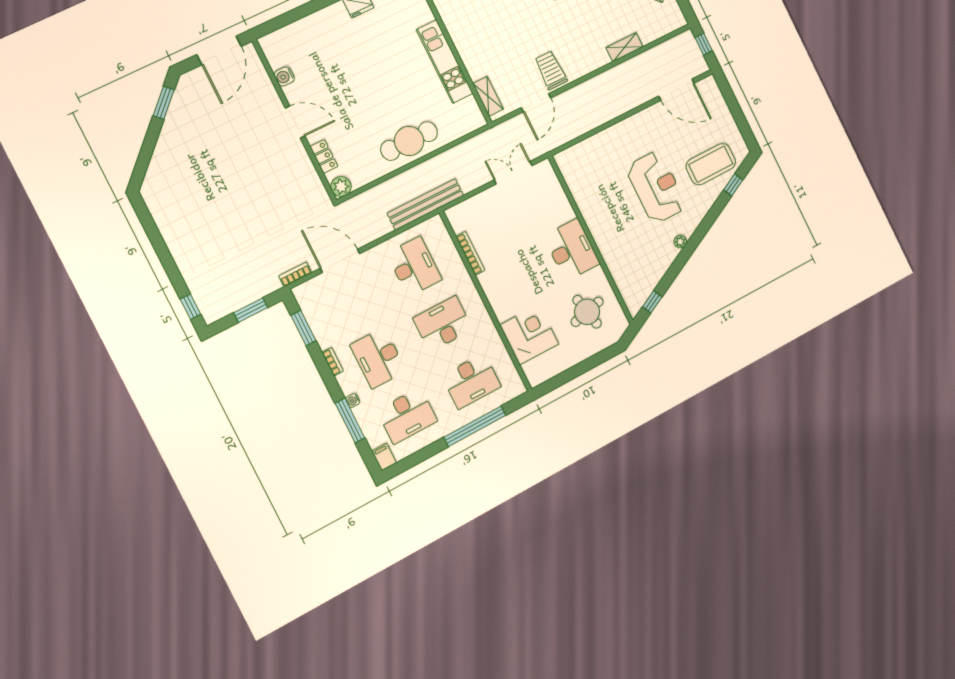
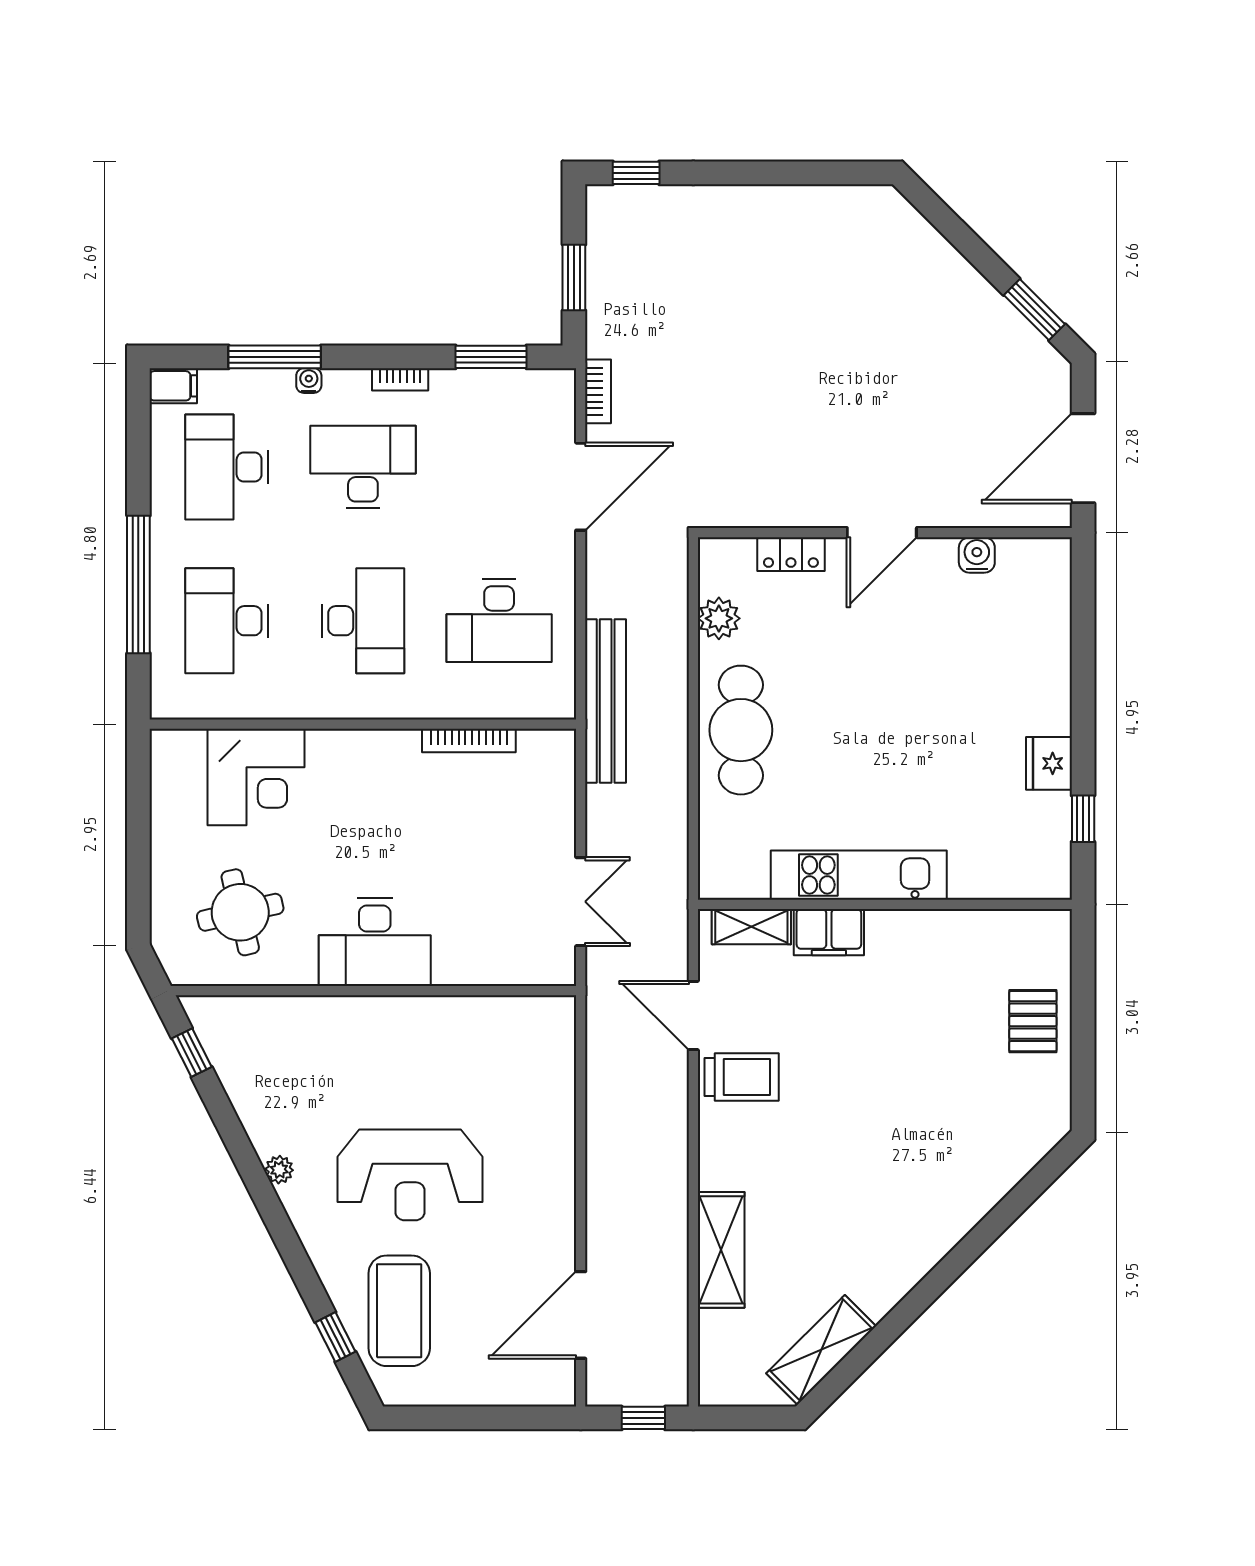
shelving: (624, 47) -> (721, 1250), width x1.50, depth x1.33
door: (219, 50) -> (1083, 458), hinge flipped
filing cabinet: (474, 63) -> (829, 932), added
plant: (341, 186) -> (719, 618), moved

